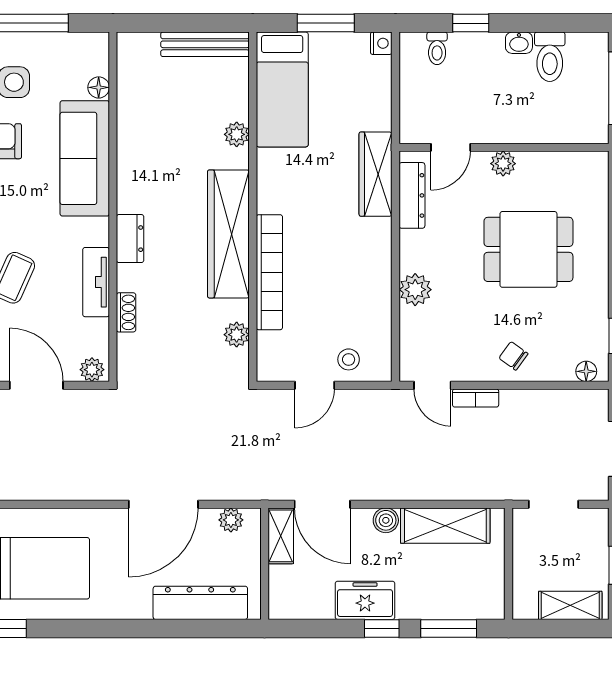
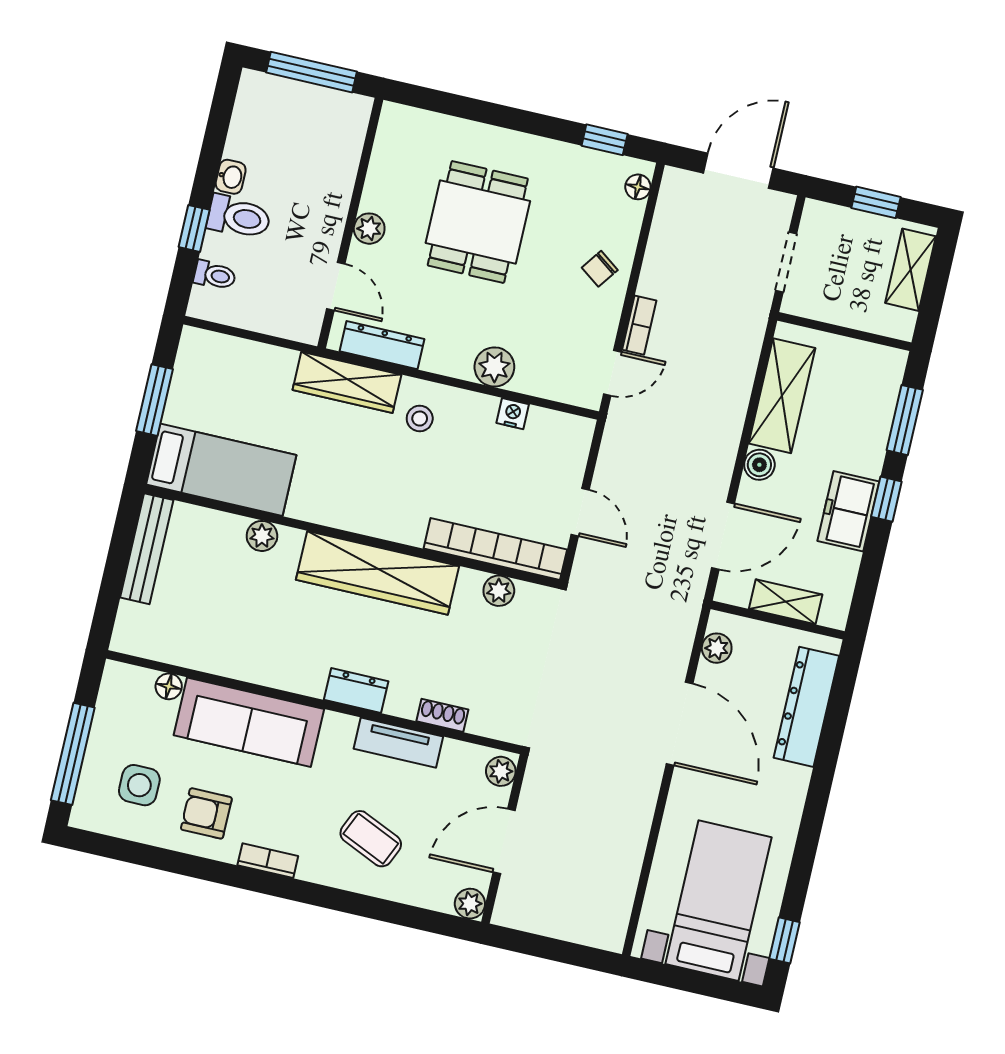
nightstand: (381, 43) -> (513, 414), moved
toilet: (550, 57) -> (239, 217), moved
bookcase: (269, 272) -> (495, 549), moved
stool: (349, 359) -> (420, 419), moved
shelving: (281, 536) -> (786, 602), moved

